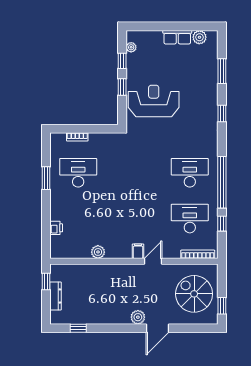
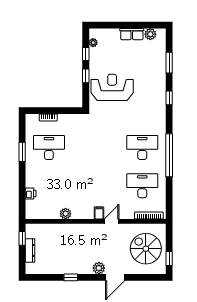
window: (222, 224) -> (169, 190), removed
window: (78, 328) -> (71, 277), moved

